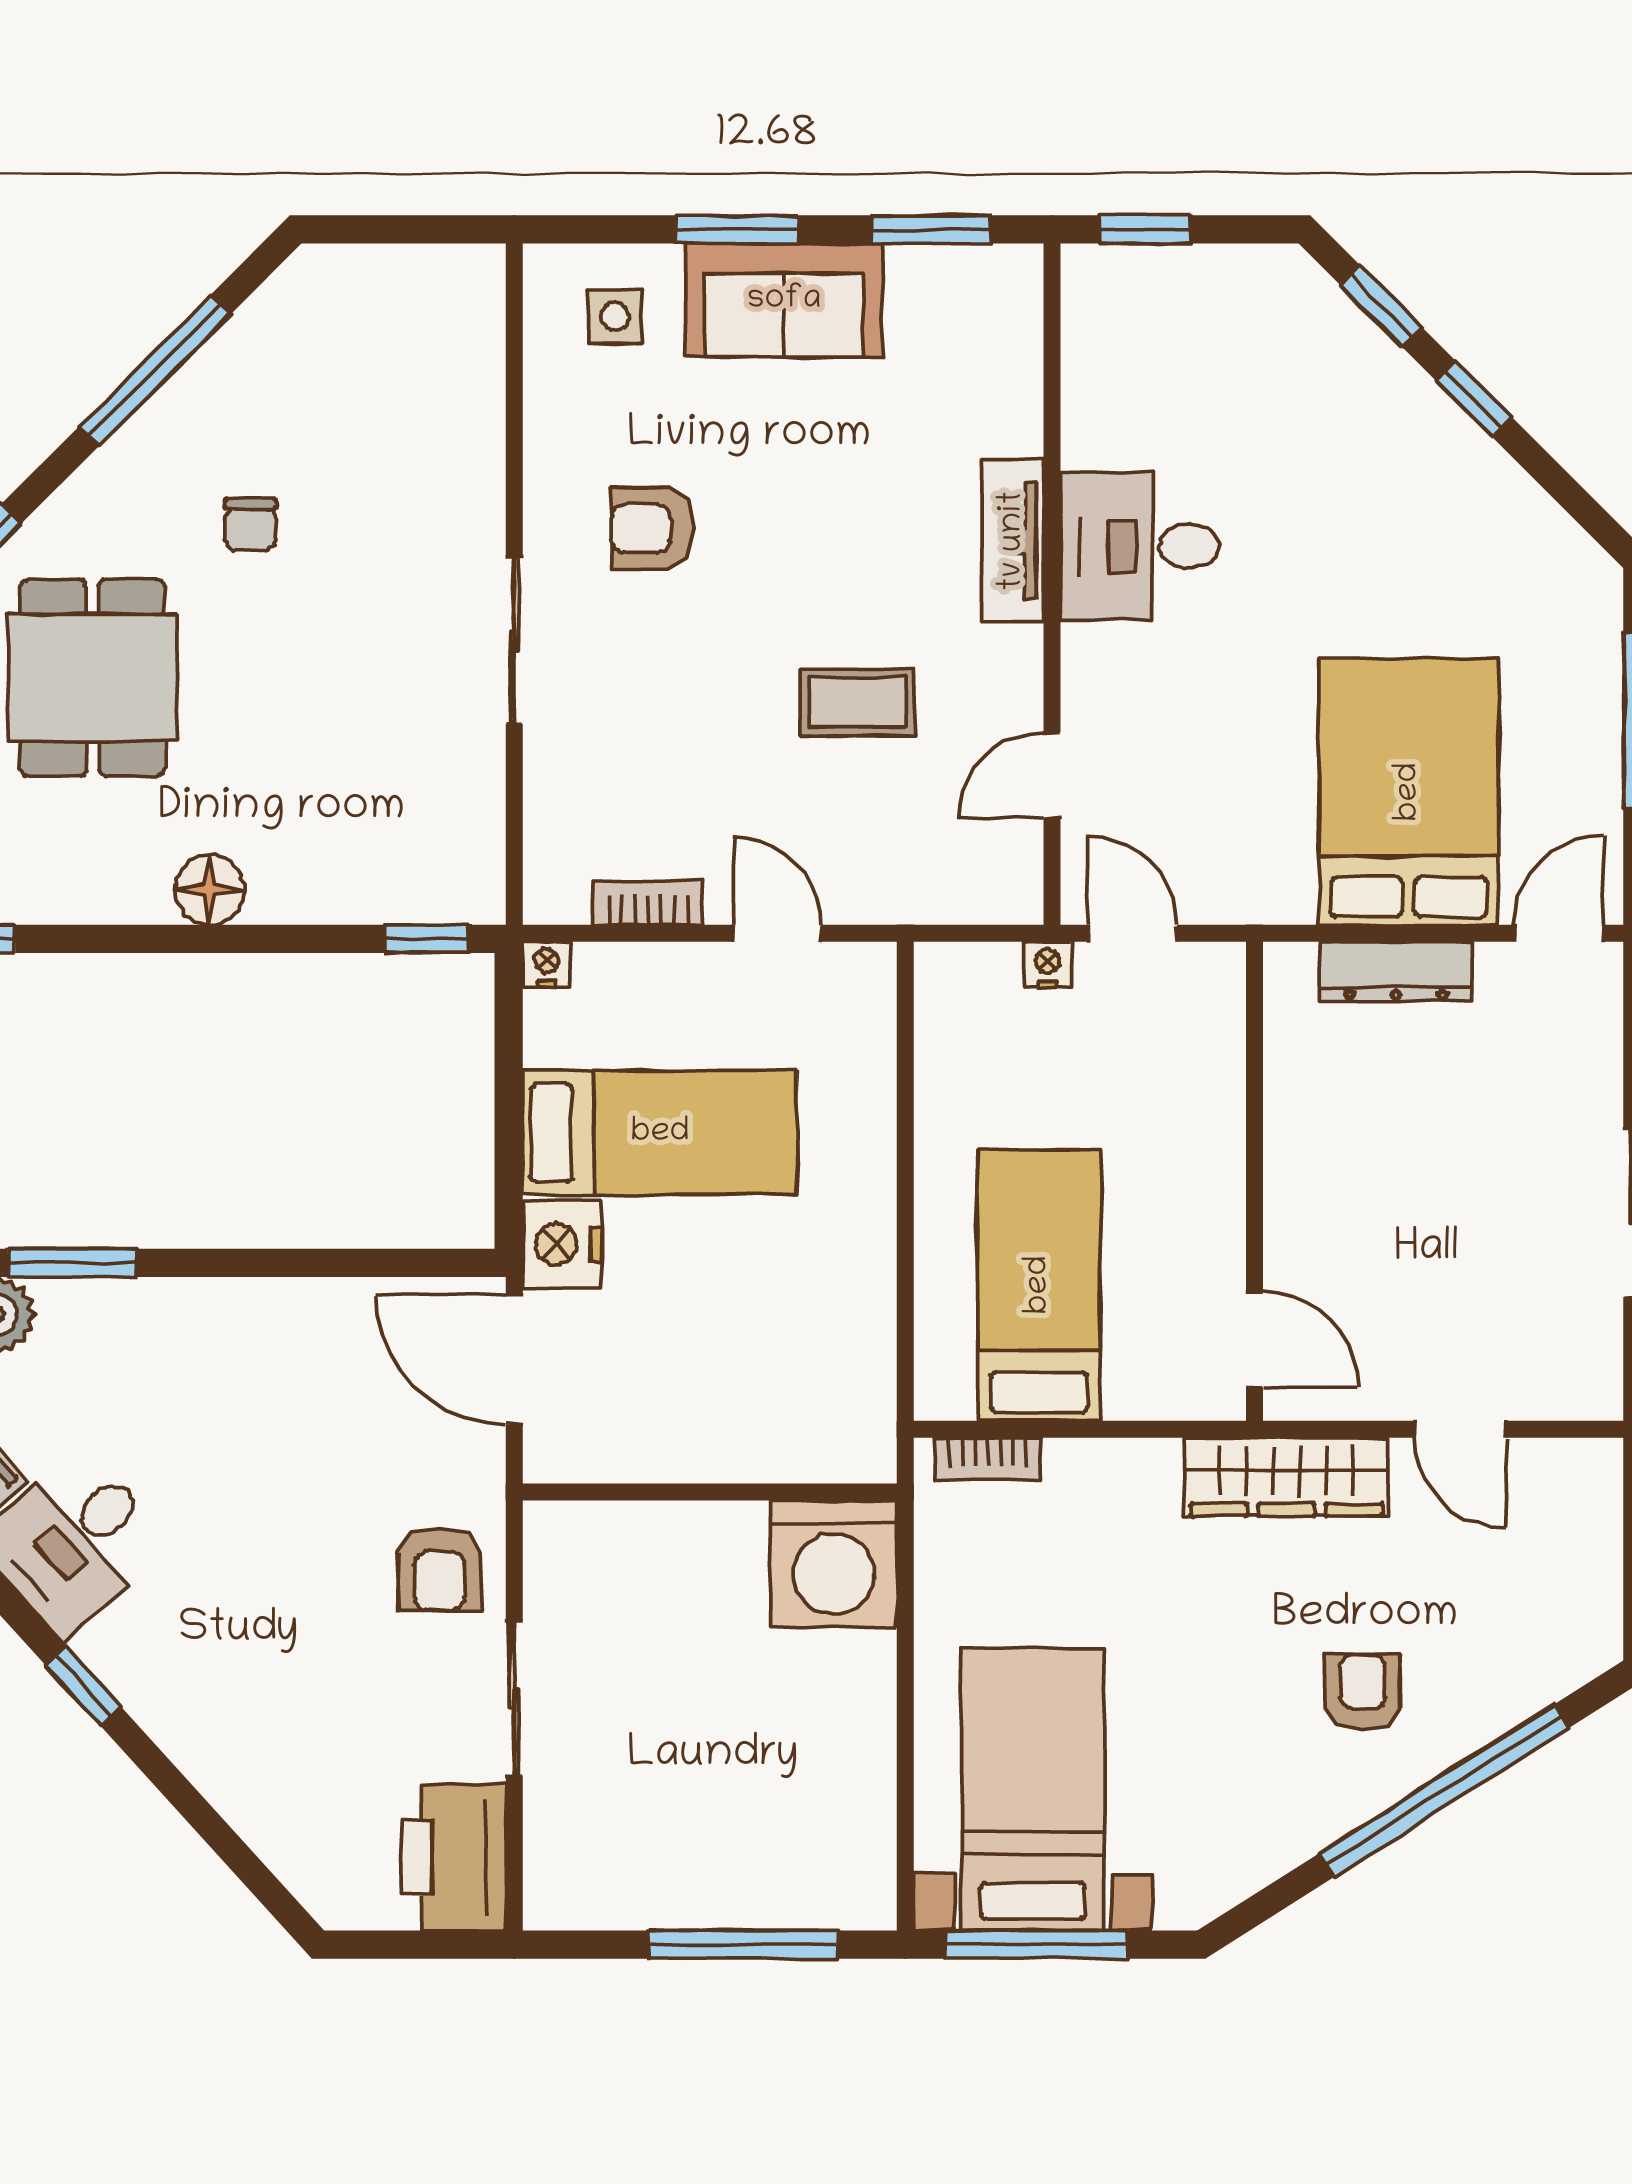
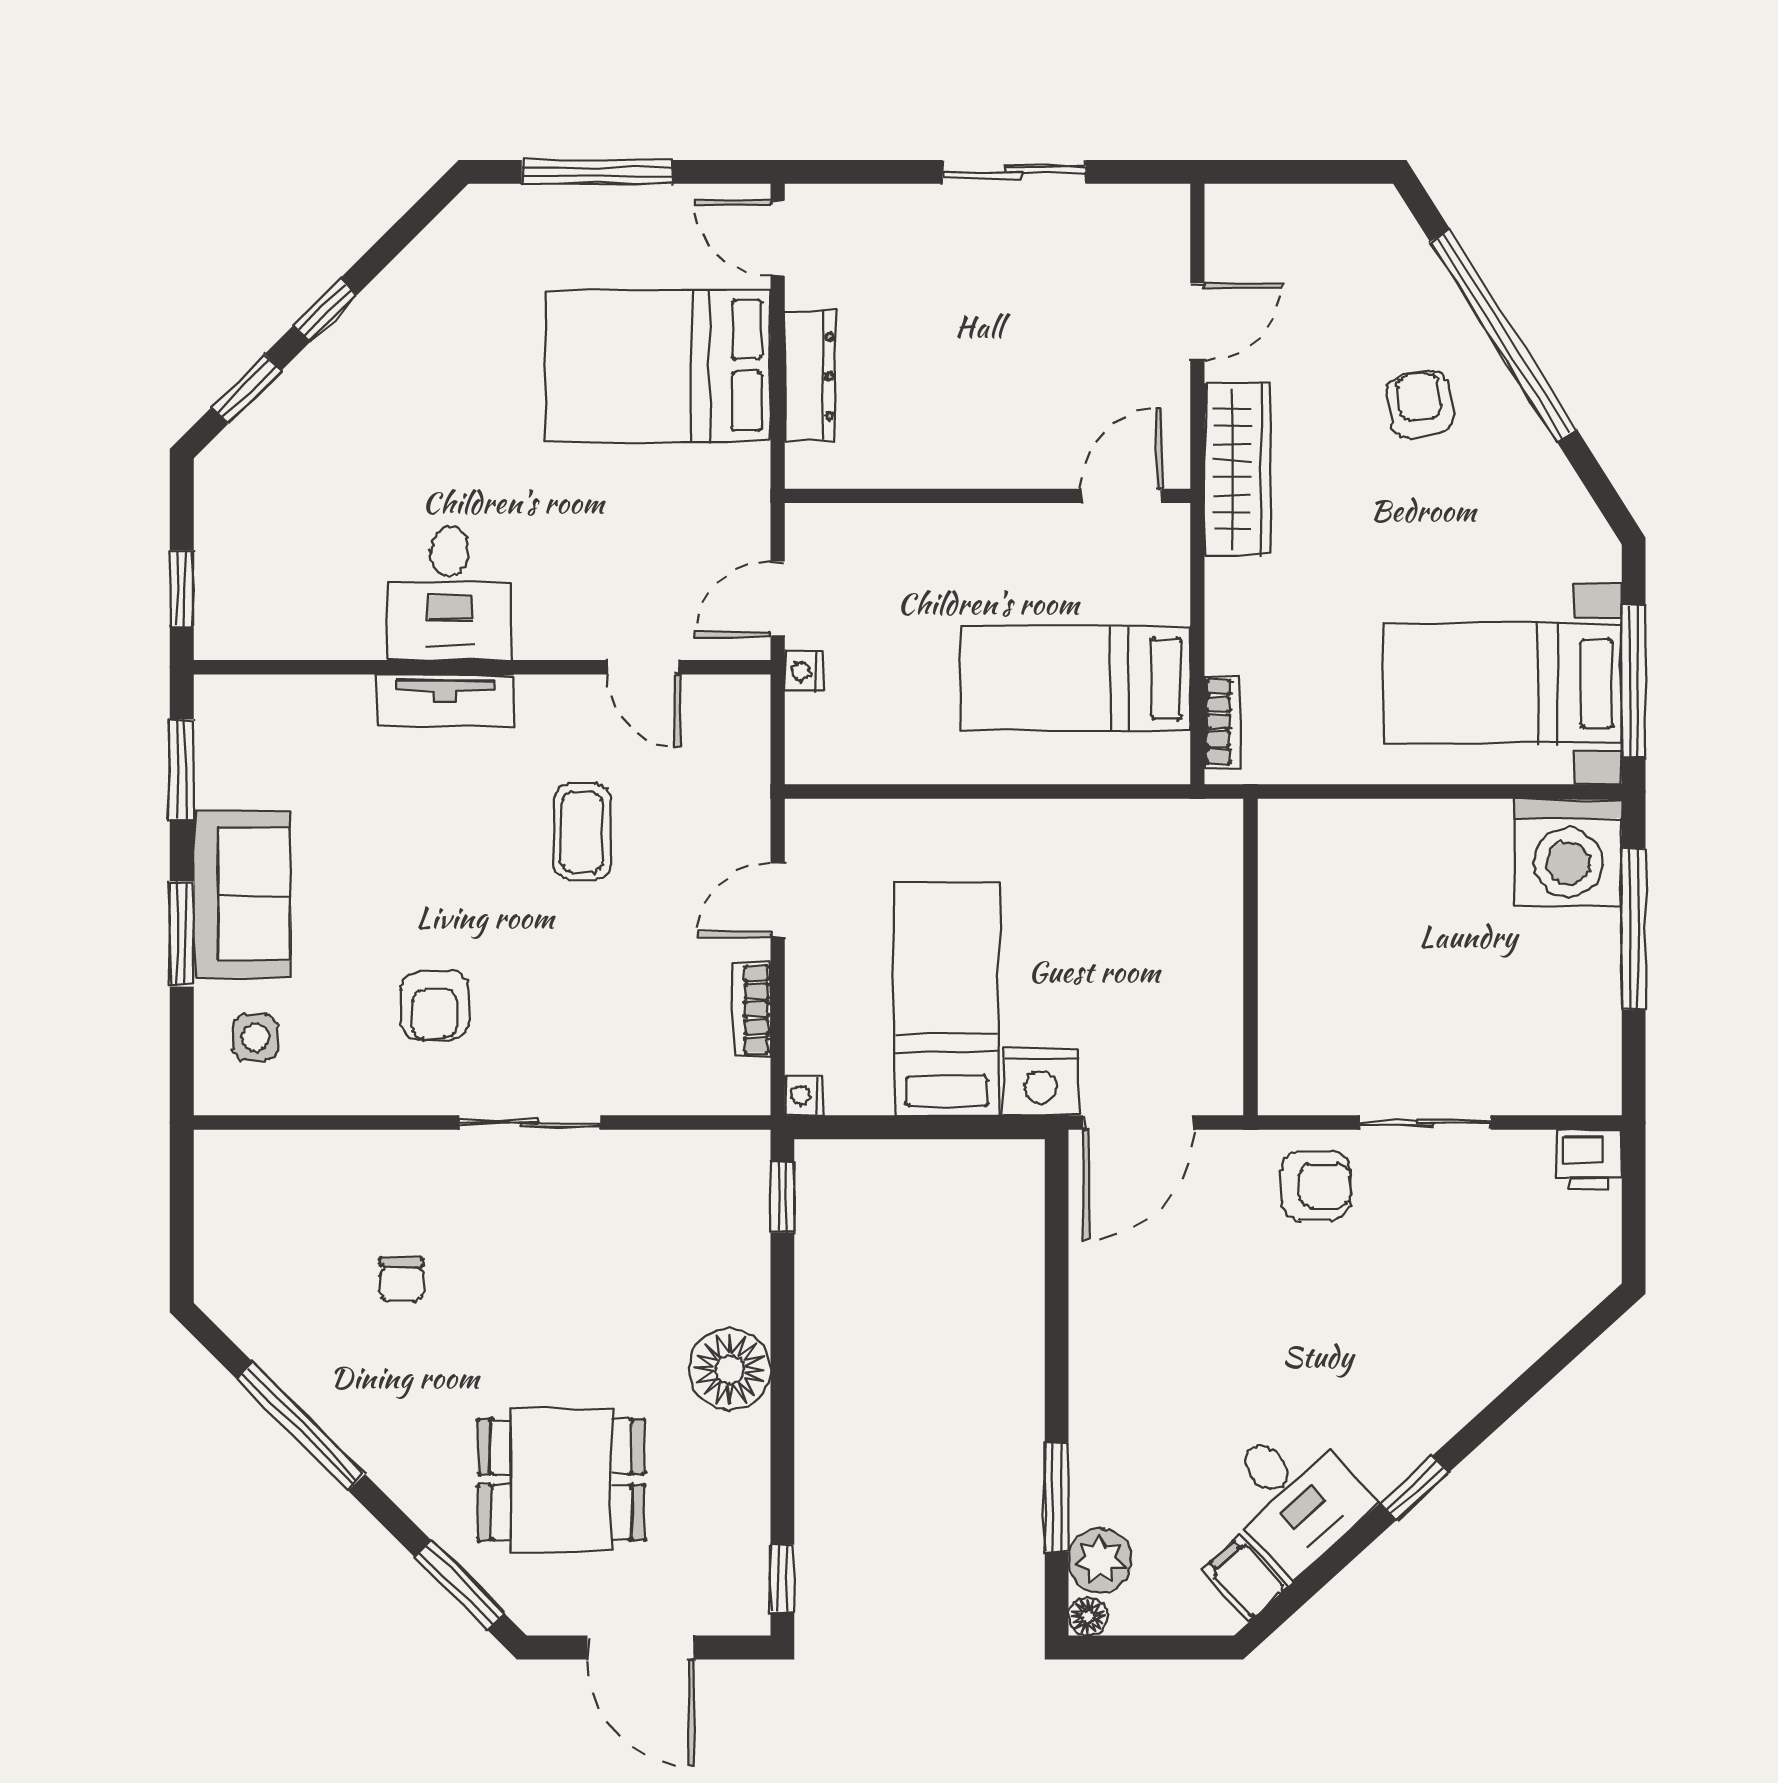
chair: (250, 524) -> (402, 1279), moved, turned 90
floor lamp: (210, 890) -> (730, 1369), width x1.38, depth x1.38
washing machine: (834, 1564) -> (1568, 852), moved, turned 90
armchair: (1363, 1692) -> (1420, 404), turned 81
printer: (453, 1858) -> (1589, 1160), width x0.53, depth x0.68

